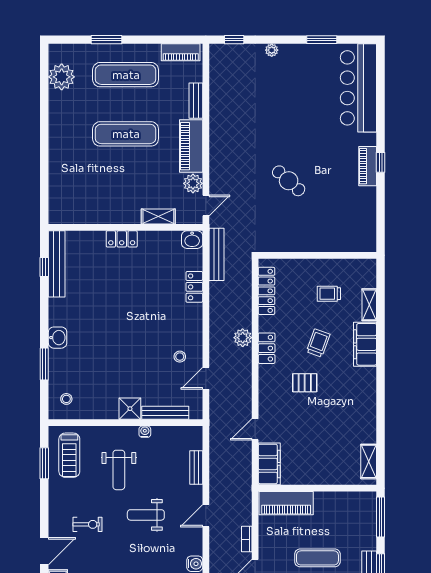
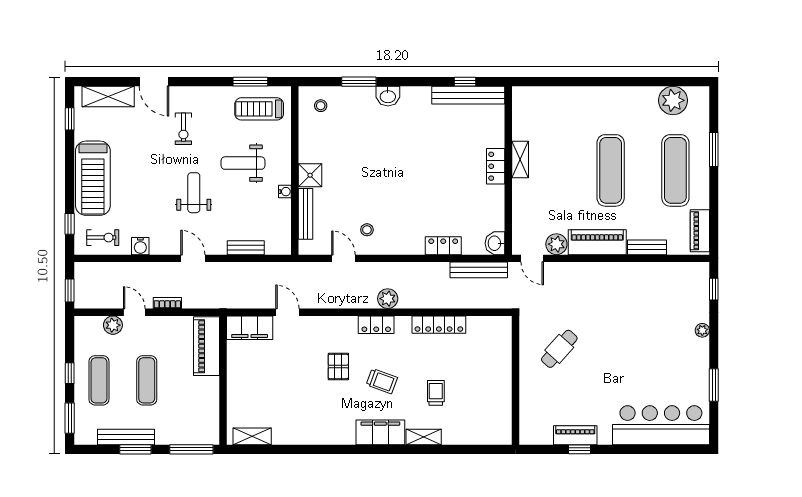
shelving: (158, 217) -> (520, 159), moved
wall: (317, 255) -> (515, 380), moved

